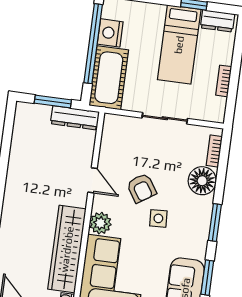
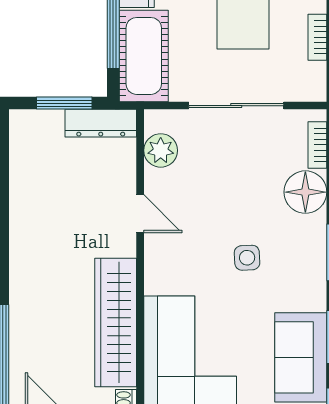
sliding door: (165, 118) -> (236, 106), width x1.37
armchair: (141, 188) -> (215, 216), removed
plant: (100, 223) -> (161, 150), moved

